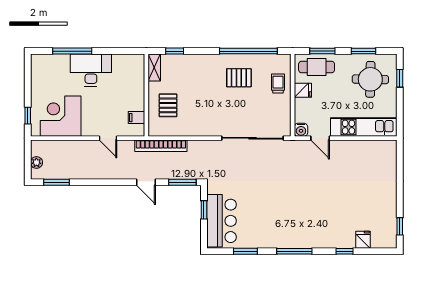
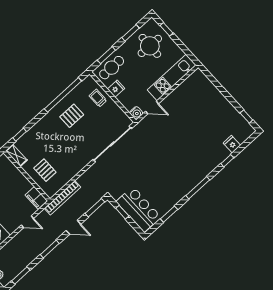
filing cabinet: (137, 118) -> (36, 198), width x2.00
window: (106, 182) -> (50, 249), added

